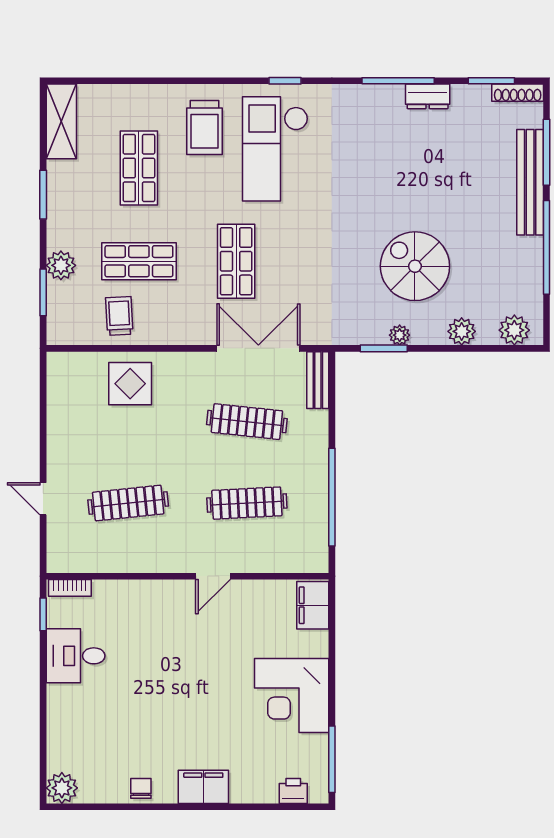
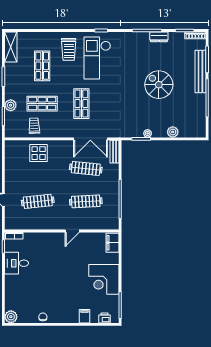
spiral stairs: (415, 266) -> (159, 85), moved
plant: (514, 330) -> (194, 131), removed
double door: (258, 348) -> (90, 139), swing flipped
filing cabinet: (203, 787) -> (85, 316), moved, width x0.50

